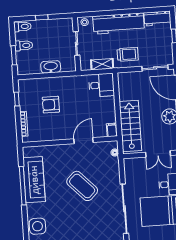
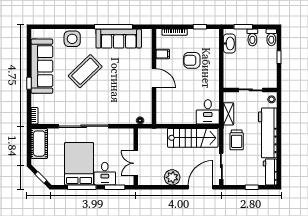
washbasin: (51, 67) -> (229, 44), moved
armchair: (51, 105) -> (192, 60), turned -90
stairs: (130, 126) -> (193, 138), moved
filing cabinet: (112, 130) -> (163, 54), moved
door: (83, 141) -> (154, 78), moved
coffee table: (82, 186) -> (85, 71), moved

